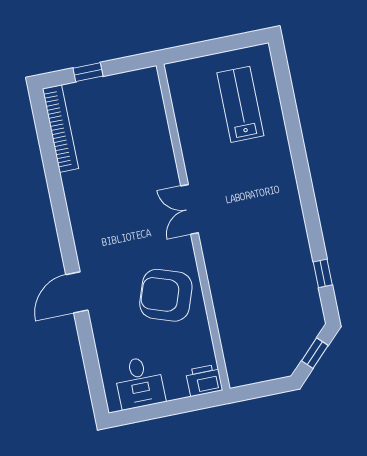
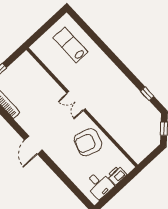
door: (77, 292) -> (33, 145), moved
printer: (204, 380) -> (117, 175), moved

